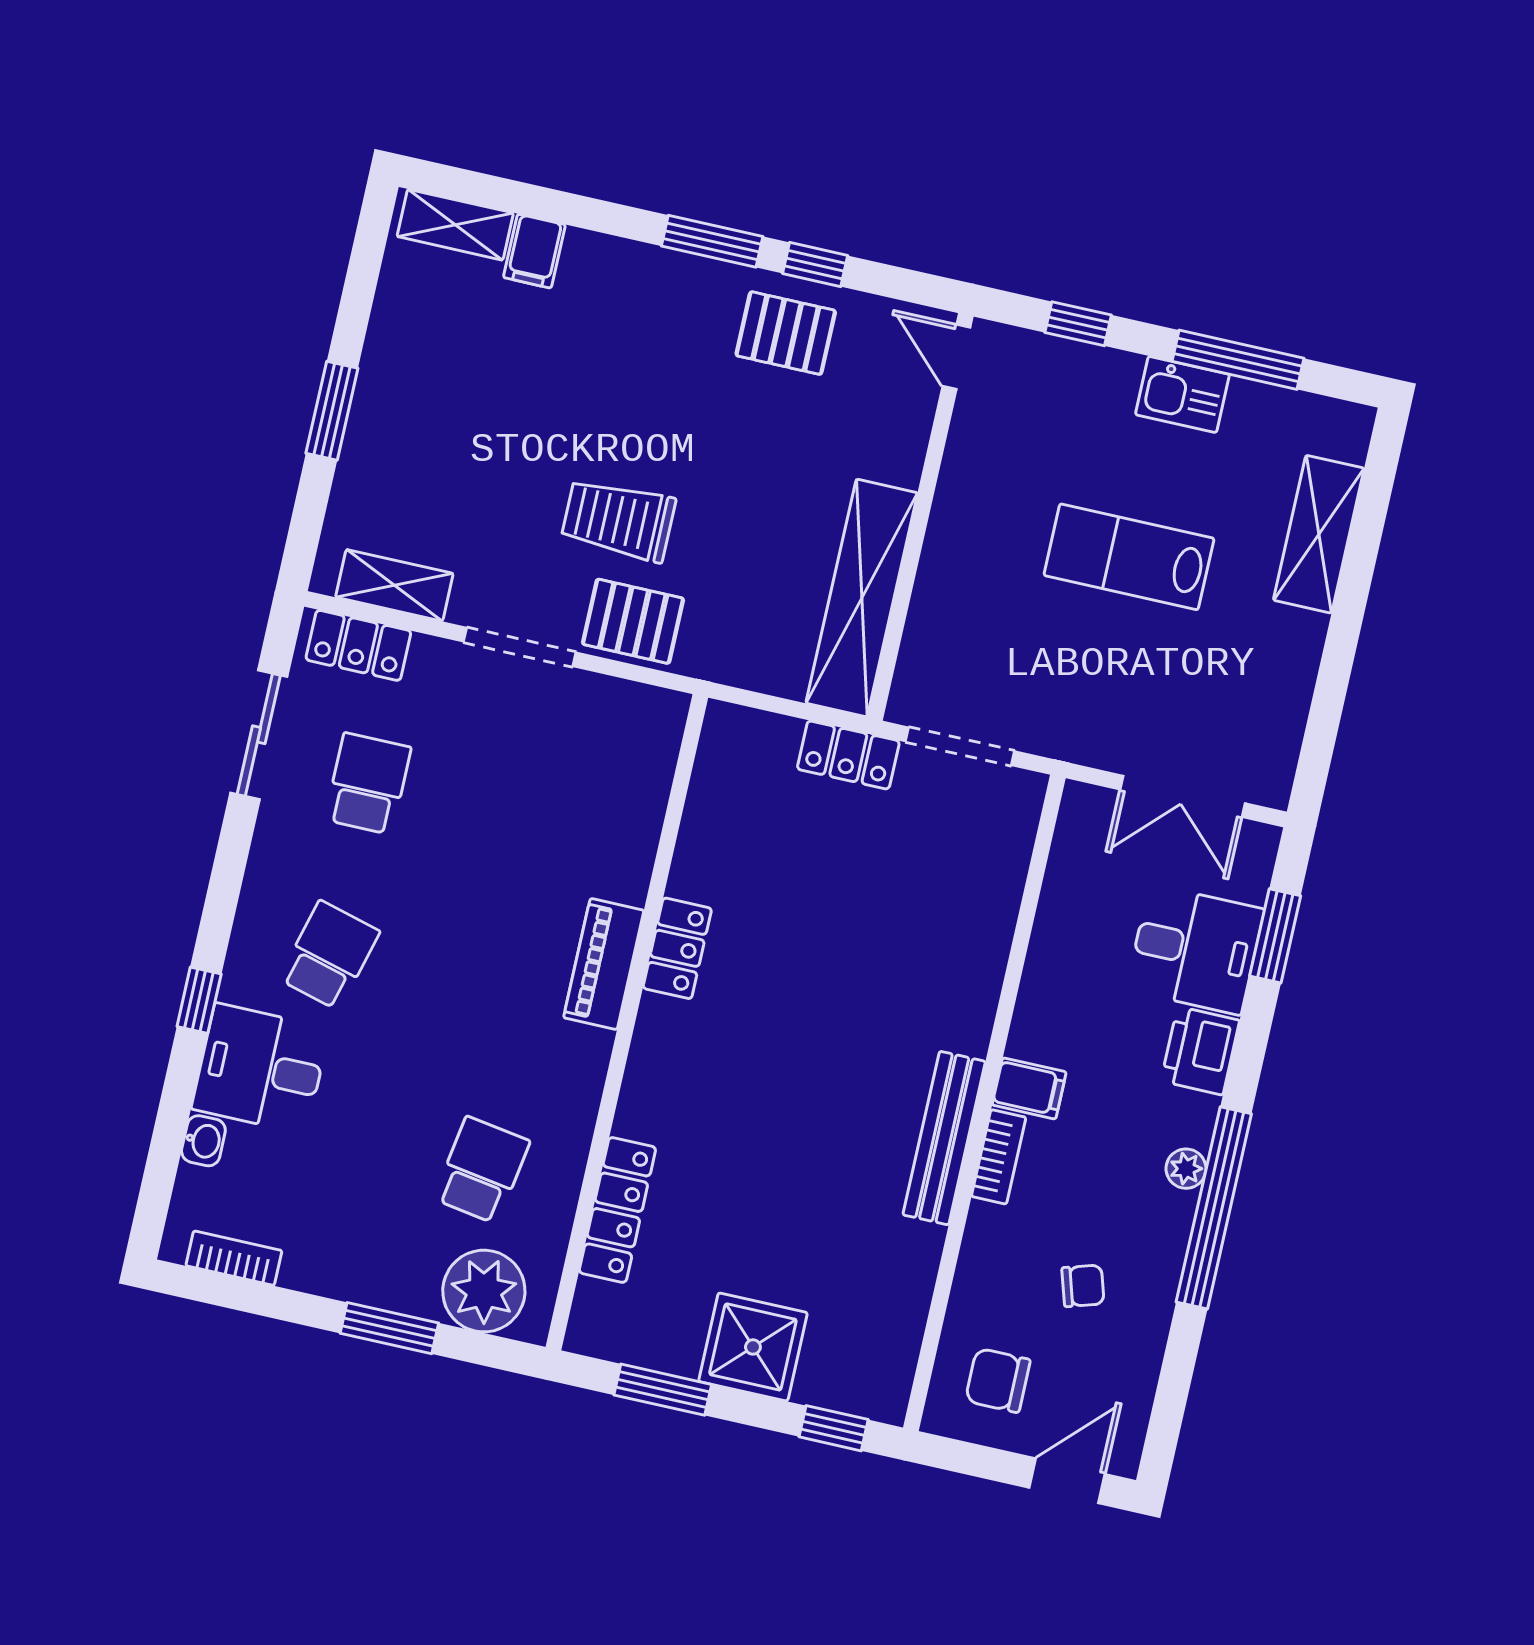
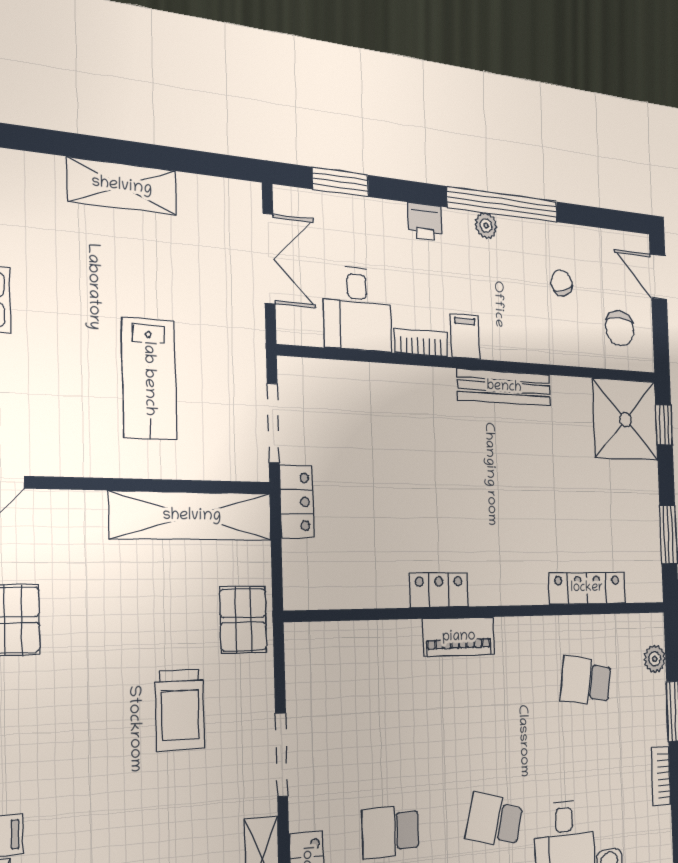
shelving: (1319, 534) -> (122, 186), moved
lab bench: (1129, 557) -> (149, 379), moved
pallet: (633, 621) -> (243, 620), moved
desk: (1195, 950) -> (357, 309), moved, turned 180
printer: (1200, 1051) -> (425, 222), width x0.73, depth x0.81
bookcase: (999, 1157) -> (421, 343), moved
bookcase: (234, 1258) -> (661, 776), moved
plant: (484, 1291) -> (655, 659), width x0.53, depth x0.53
shower: (753, 1347) -> (625, 420), moved, width x1.37, depth x1.37

